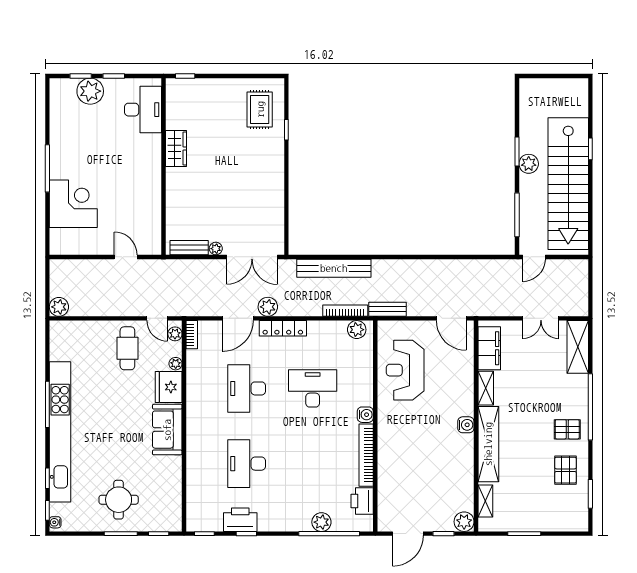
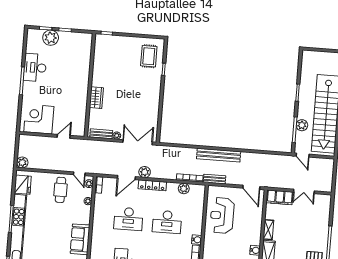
desk: (143, 110) -> (35, 68), moved, turned 180
wardrobe: (176, 149) -> (96, 98), moved
plant: (529, 164) -> (302, 125), moved
corner desk: (73, 204) -> (39, 119), moved, turned -90
door: (126, 257) -> (64, 136), hinge flipped
double door: (252, 257) -> (138, 142), swing flipped
door: (534, 257) -> (303, 155), hinge flipped
bench: (334, 268) -> (219, 155), moved
plant: (357, 330) -> (184, 189), moved
shelving: (578, 347) -> (324, 210), removed
filing cabinet: (489, 348) -> (280, 197), moved, turned 90
fridge: (169, 387) -> (23, 185), moved, turned 180
desk: (247, 388) -> (128, 219), turned -90
desk: (313, 388) -> (167, 222), turned 180

